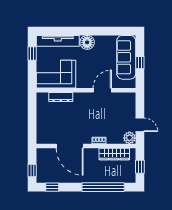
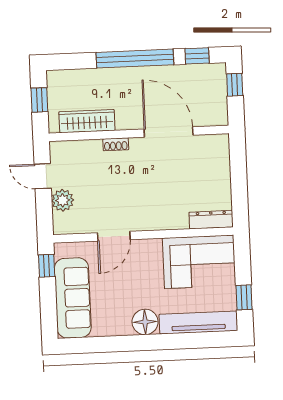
window: (140, 63) -> (47, 266), moved
dresser: (61, 97) -> (211, 220), moved
plant: (129, 138) -> (63, 200), moved
window: (103, 187) -> (135, 59), moved

